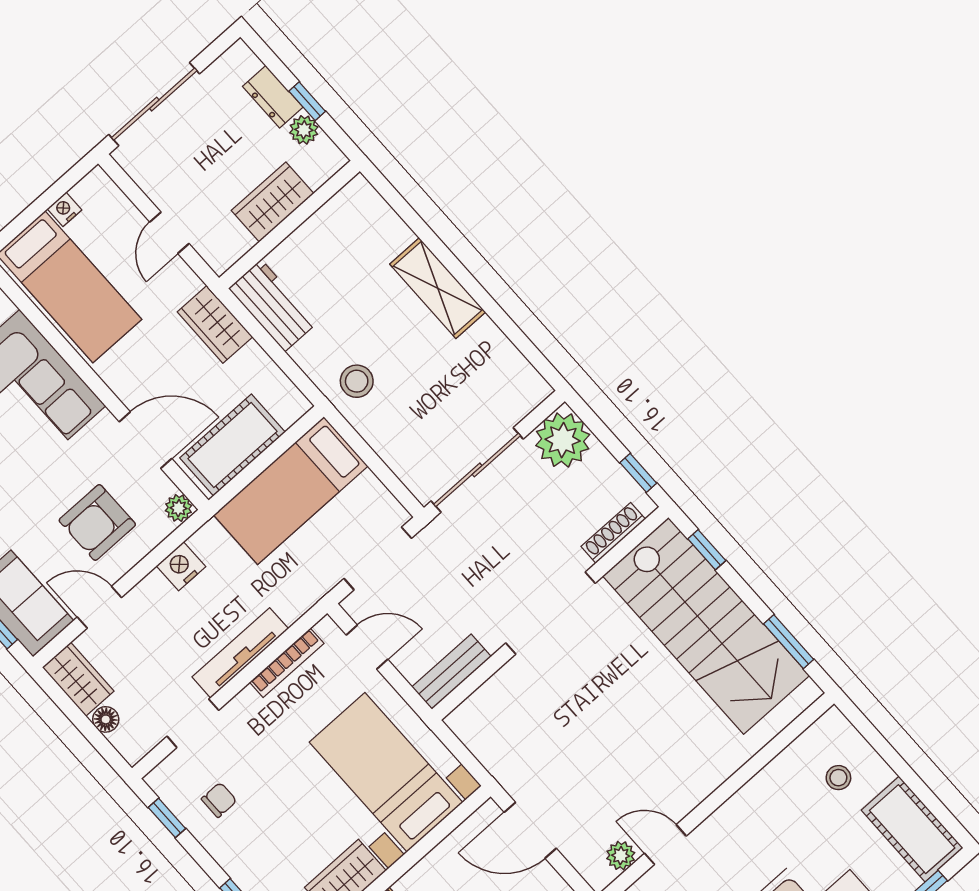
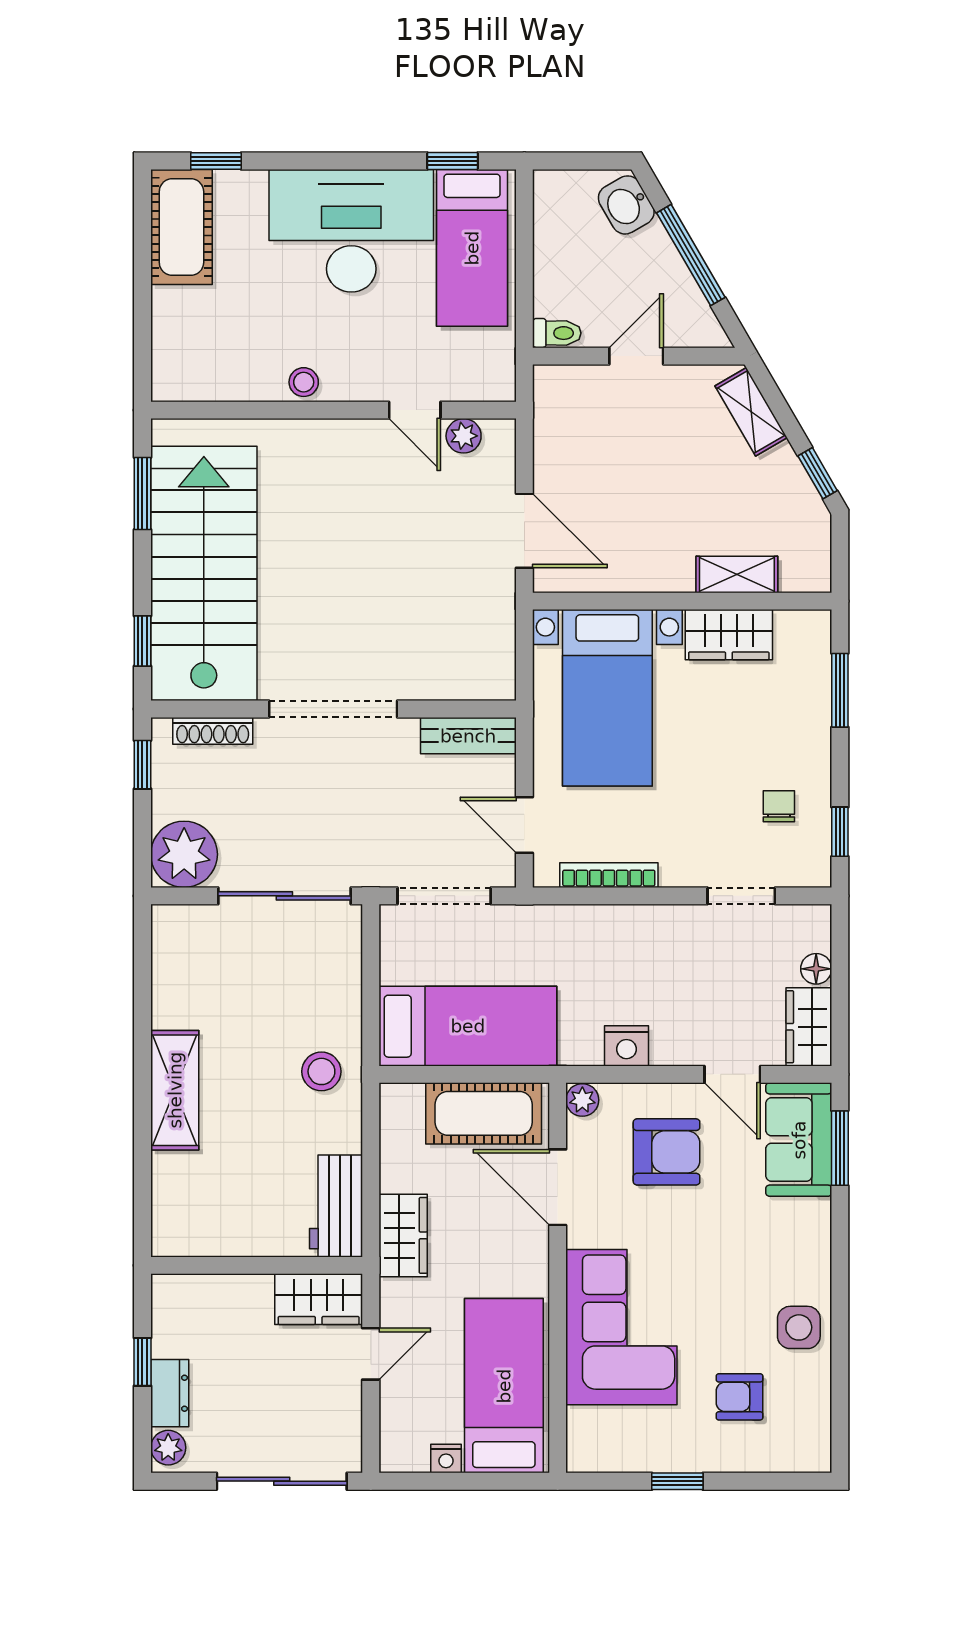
plant: (304, 130) -> (168, 1448), moved
wardrobe: (273, 202) -> (319, 1299), moved
tv unit: (240, 653) -> (643, 921), removed
stool: (838, 778) -> (304, 382), moved
chair: (219, 800) -> (779, 806), turned 90

